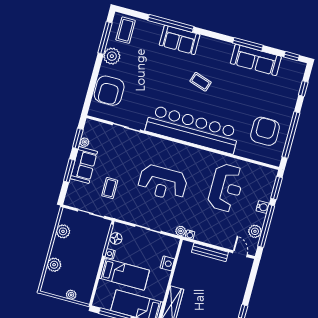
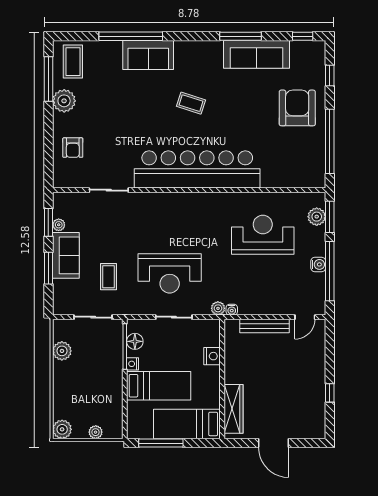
armchair: (109, 91) -> (73, 148), width x0.53, depth x0.53
armchair: (265, 131) -> (297, 108), moved
reception desk: (163, 183) -> (170, 273), moved
reception desk: (226, 188) -> (263, 235), turned -90
water cooler: (263, 207) -> (318, 264), moved
plant: (255, 231) -> (317, 217), moved
door: (240, 254) -> (305, 317), swing flipped
plant: (54, 265) -> (62, 429), moved

